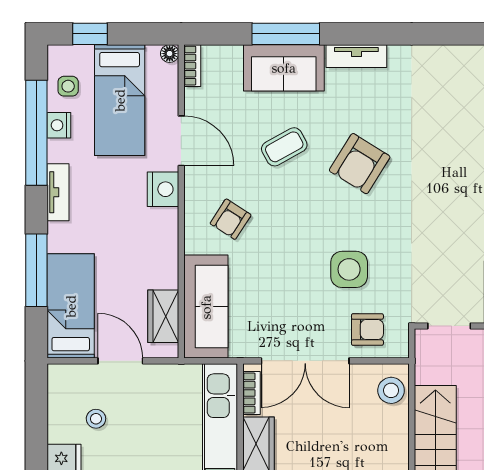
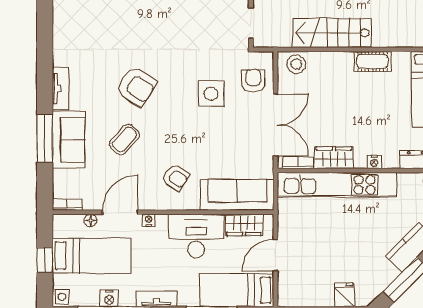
window: (90, 34) -> (45, 260), moved
floor lamp: (170, 54) -> (90, 220), moved
side table: (68, 86) -> (62, 297), moved
coffee table: (284, 147) -> (124, 139), turned 72
nightstand: (163, 189) -> (149, 220), width x0.53, depth x0.56
desk: (147, 248) -> (196, 236), added
stool: (96, 419) -> (316, 272), removed

